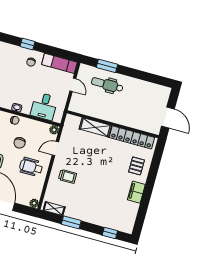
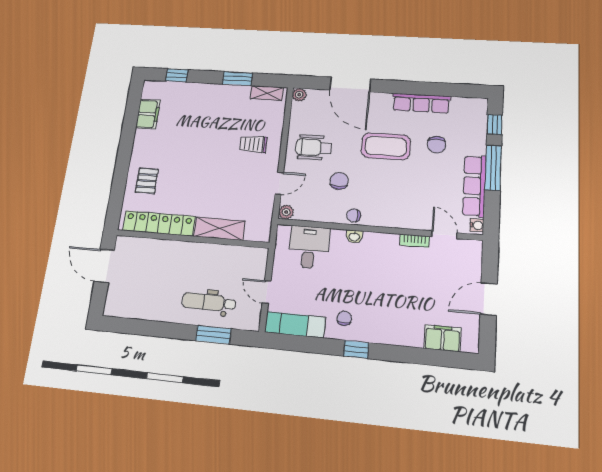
dental chair: (107, 85) -> (209, 302), turned 180
wheelchair: (31, 167) -> (314, 147), turned 180
filing cabinet: (136, 192) -> (148, 114), moved

